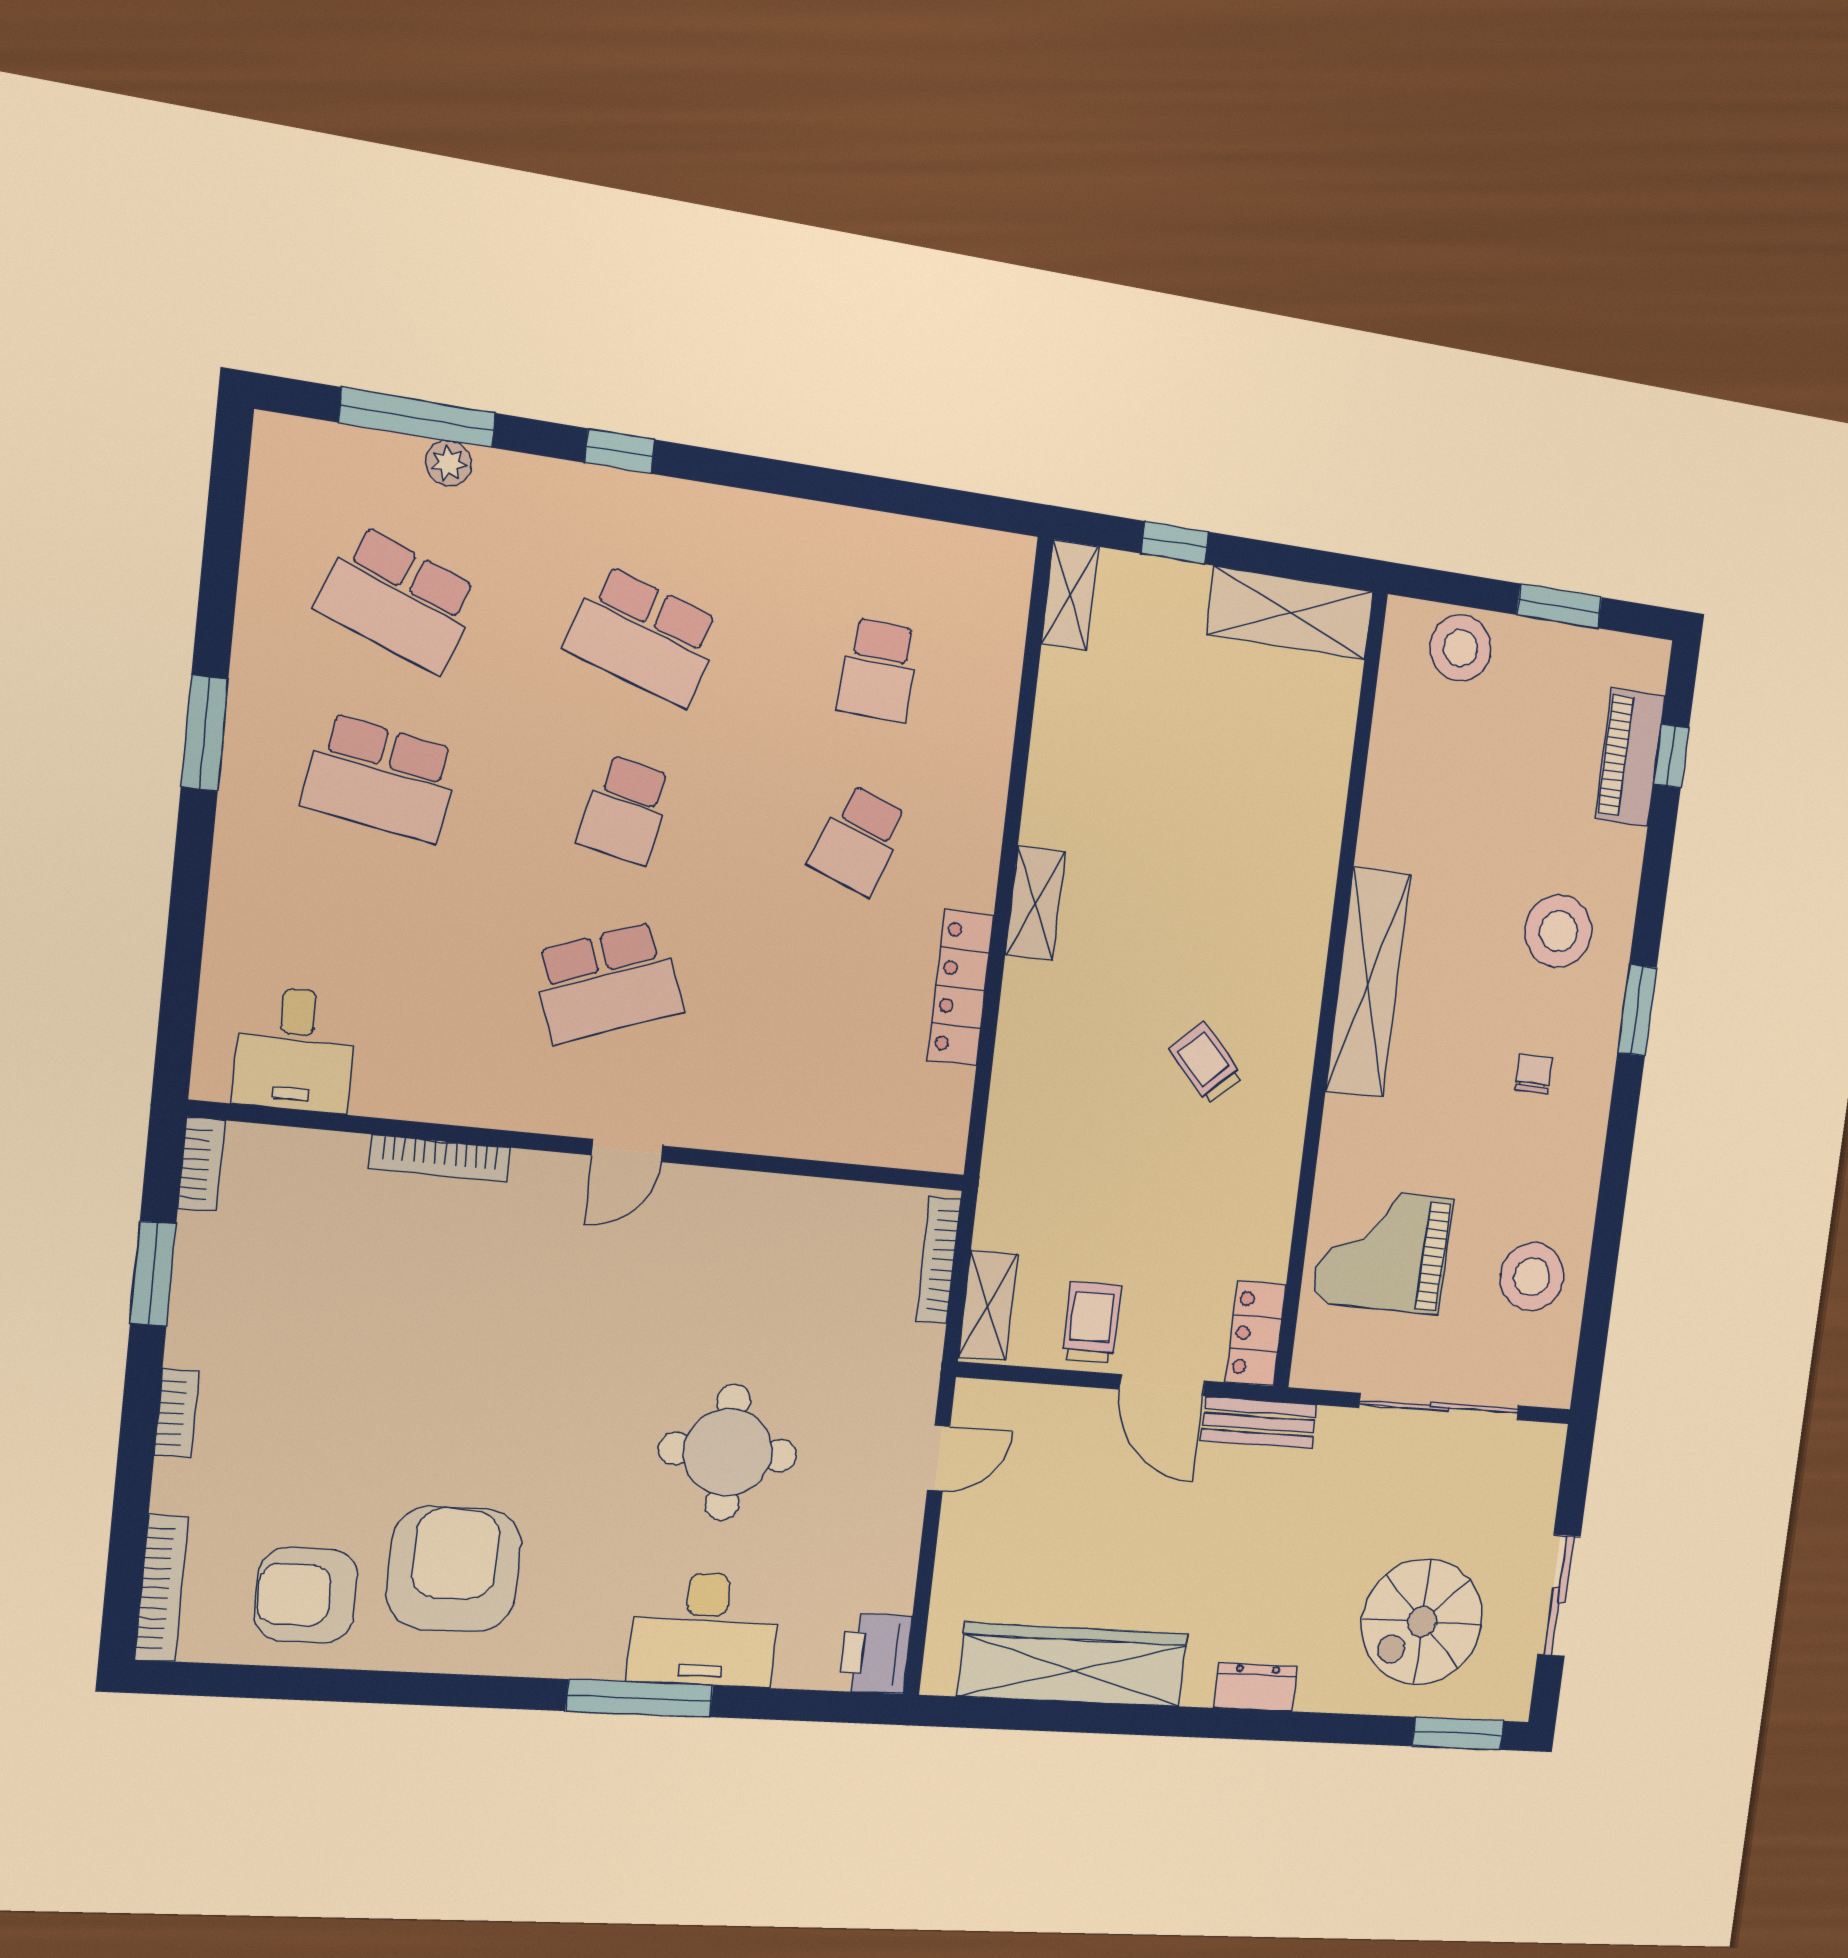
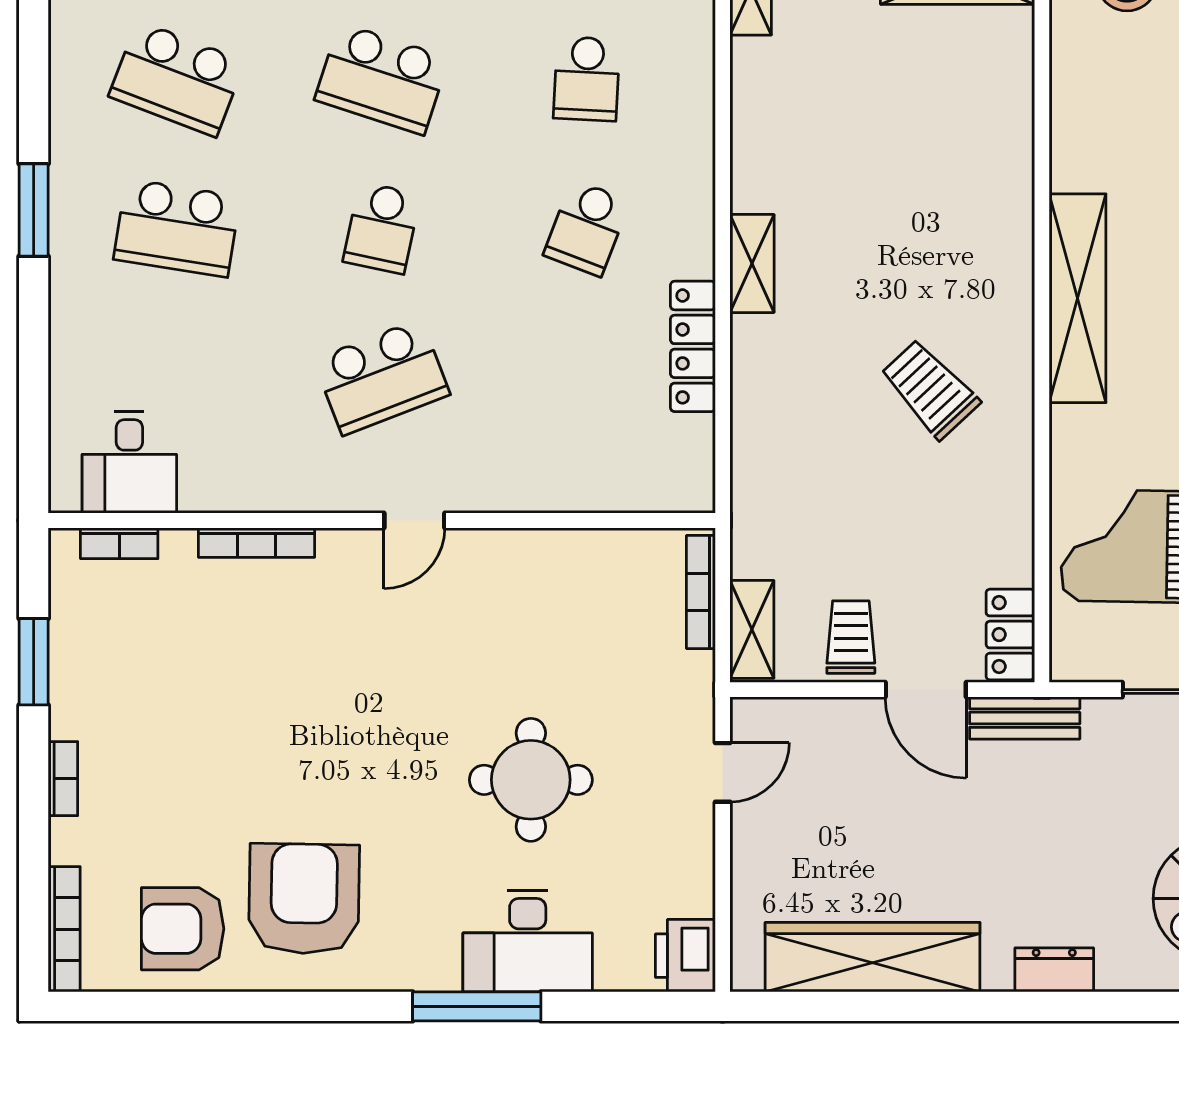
trolley: (1206, 1063) -> (930, 389), width x1.36, depth x1.39
bookcase: (201, 1164) -> (119, 543), moved, turned 90

